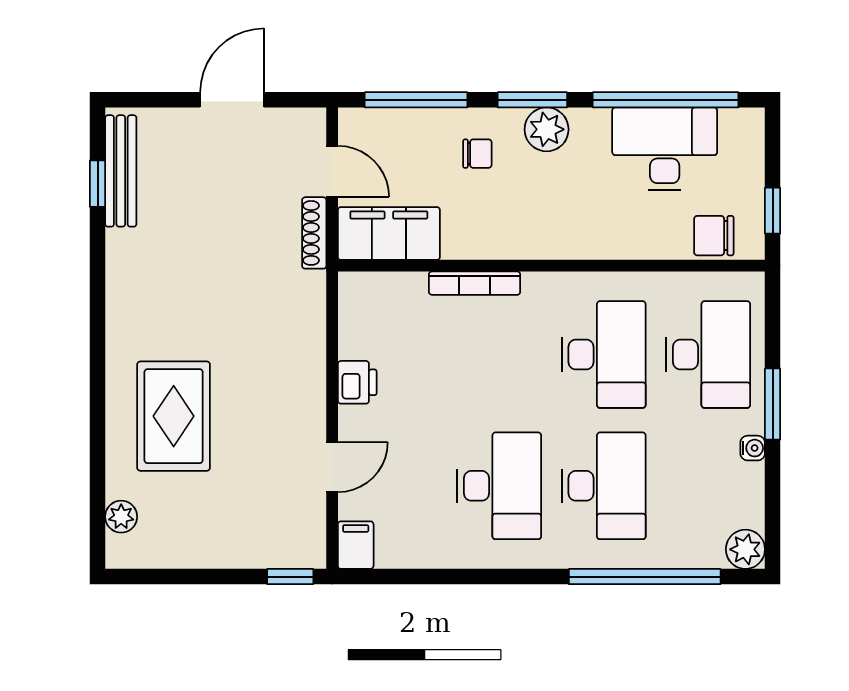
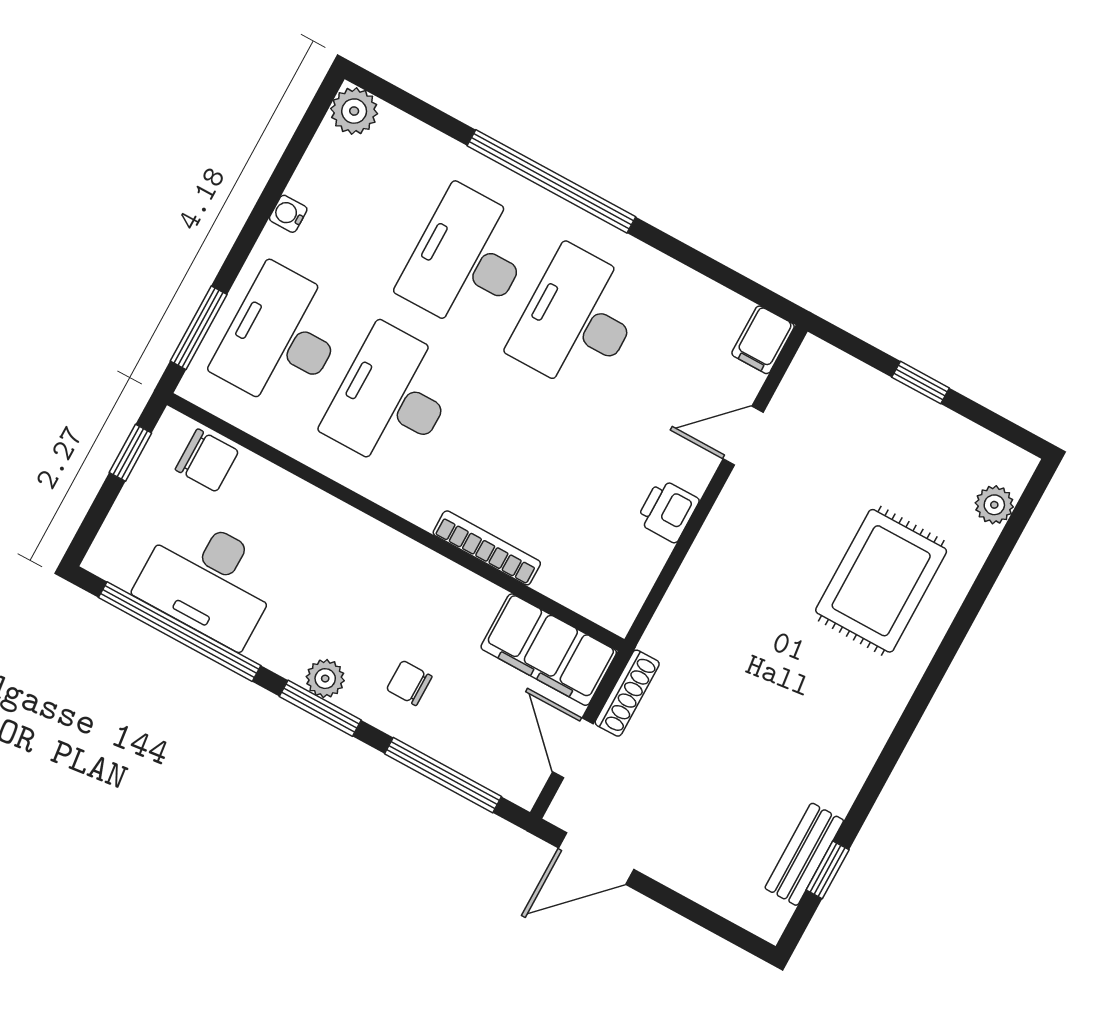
door: (232, 100) -> (596, 859), moved
plant: (547, 129) -> (325, 679), width x0.73, depth x0.73
bench: (121, 171) -> (804, 854), width x0.73
window: (773, 404) -> (199, 328), moved
window: (290, 577) -> (921, 383), moved
window: (645, 577) -> (551, 181), moved

